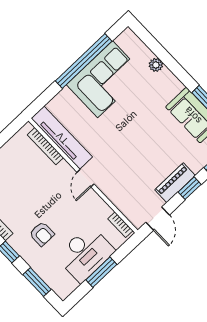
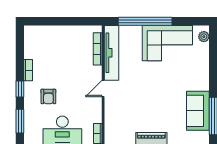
window: (84, 61) -> (145, 21), moved
plant: (156, 65) -> (204, 37), moved

